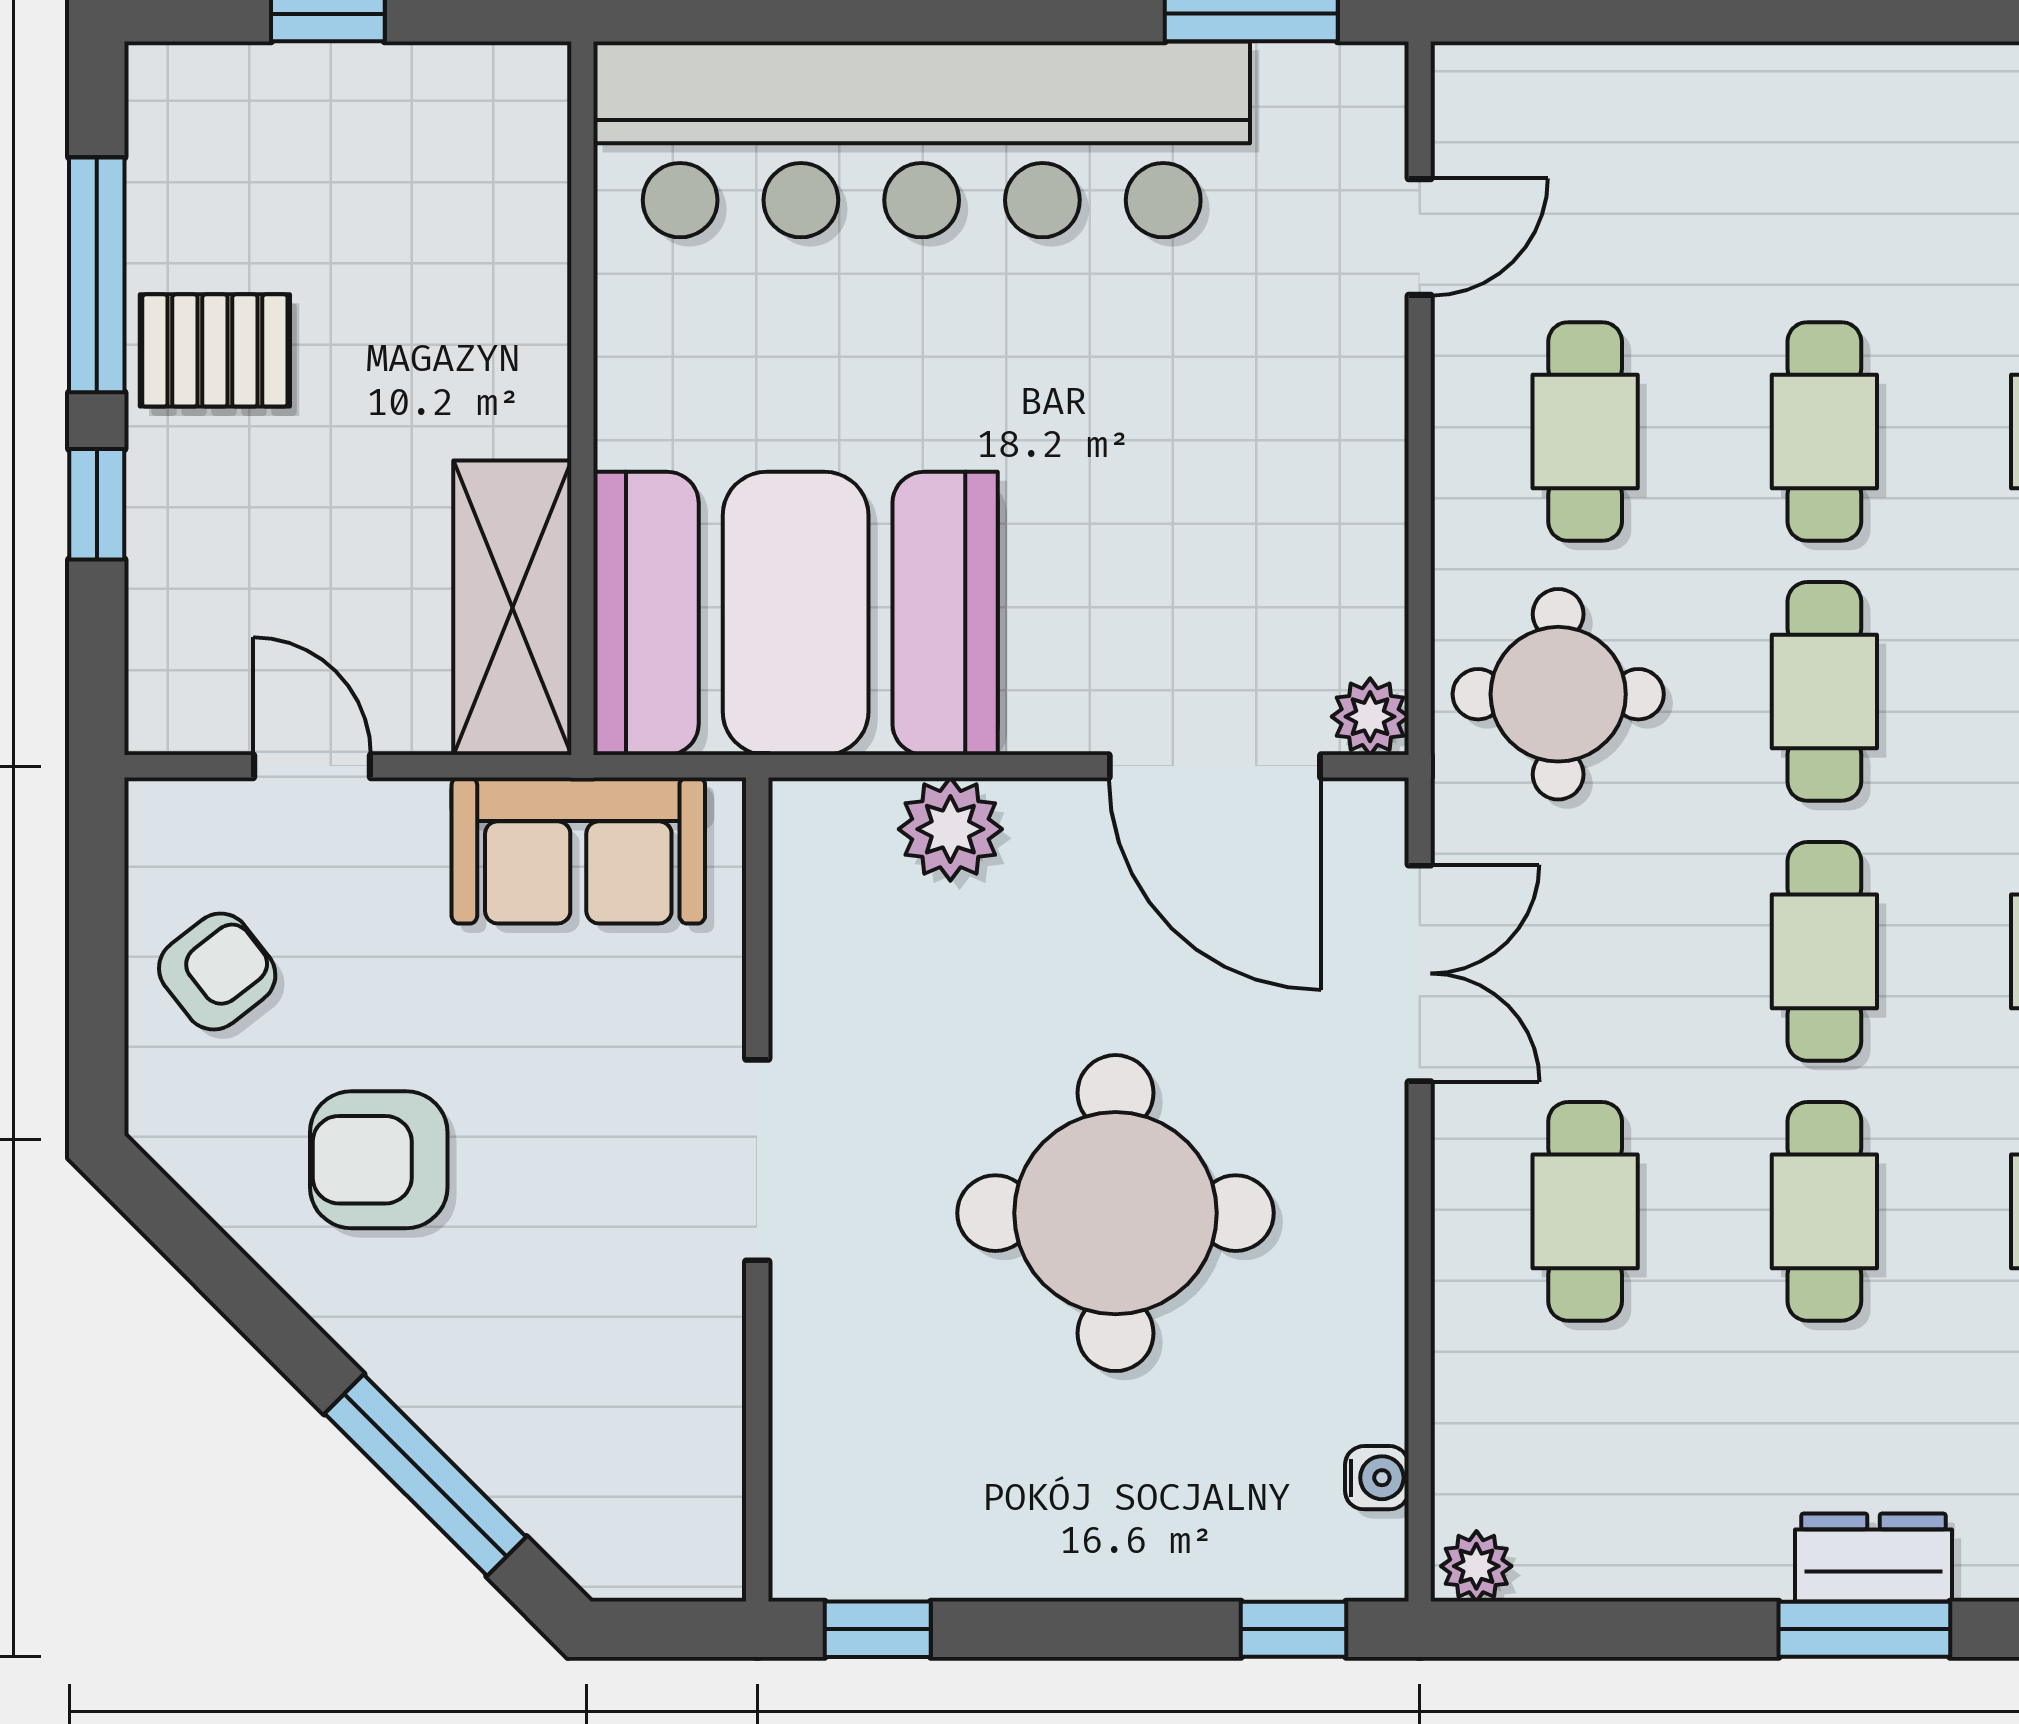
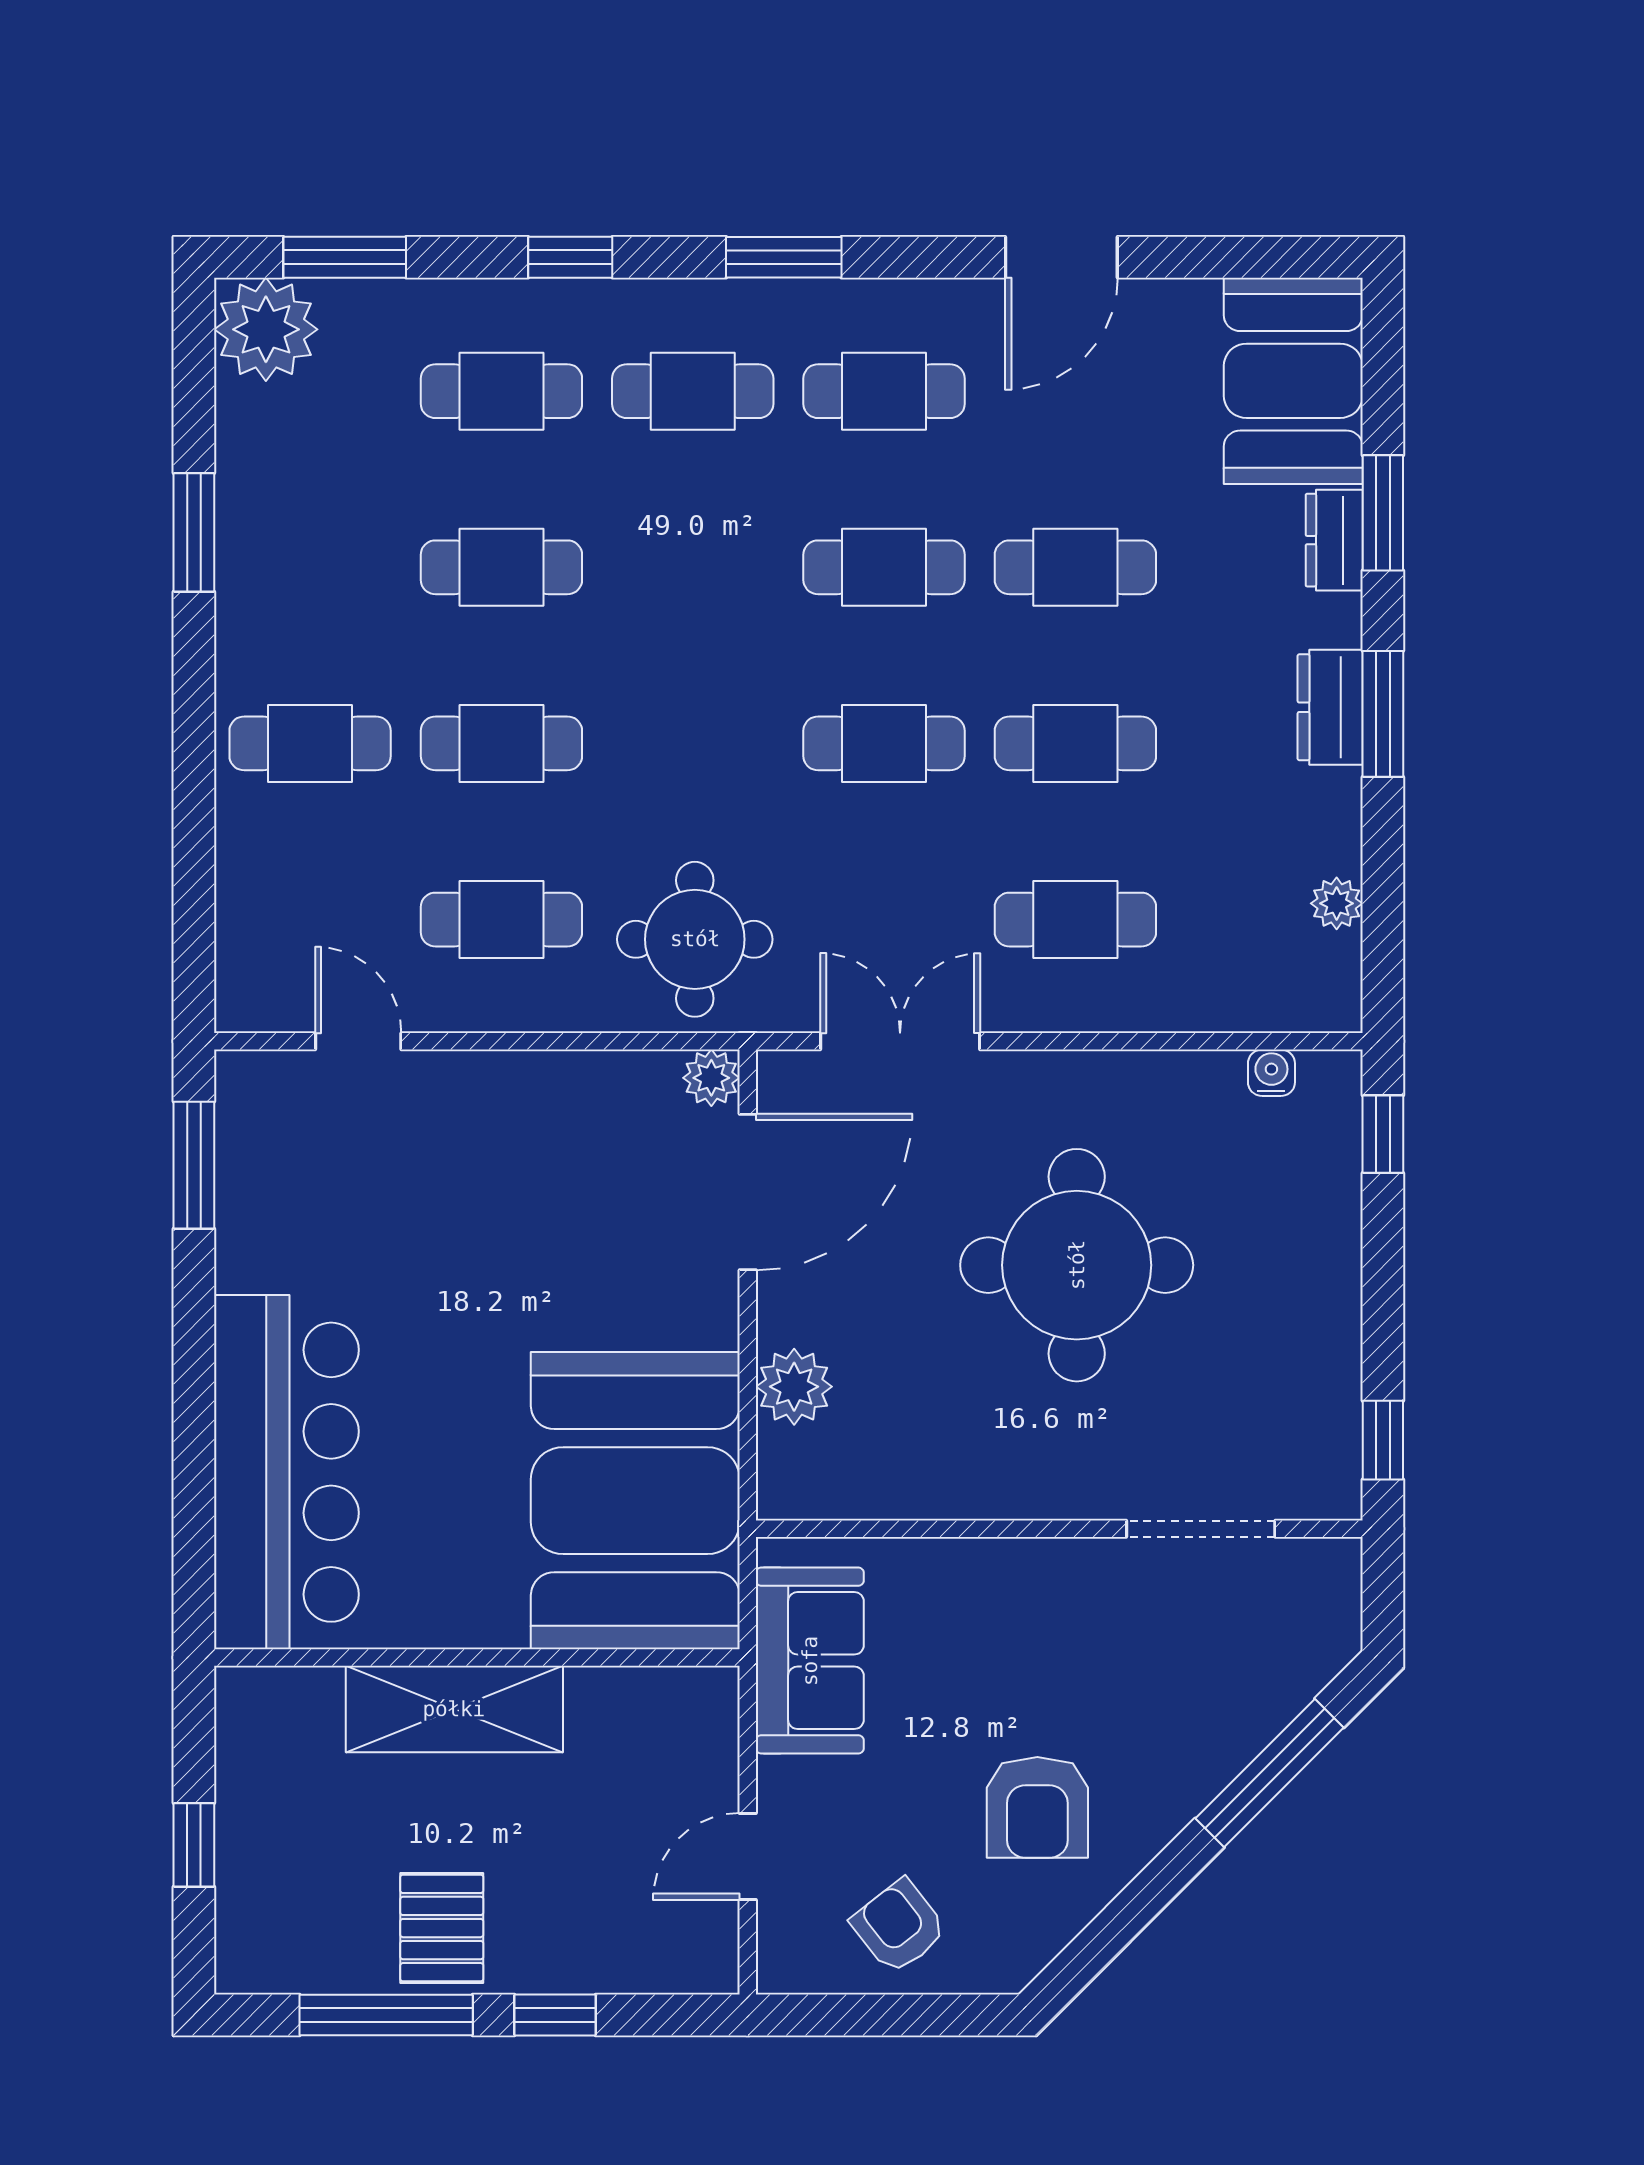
bar counter: (922, 139) -> (286, 1472), width x0.73
shelving: (512, 608) -> (454, 1709), moved
cafe table: (1824, 691) -> (310, 743), moved
doorway: (757, 1160) -> (1201, 1529), moved
plant: (1476, 1566) -> (1337, 903), moved

